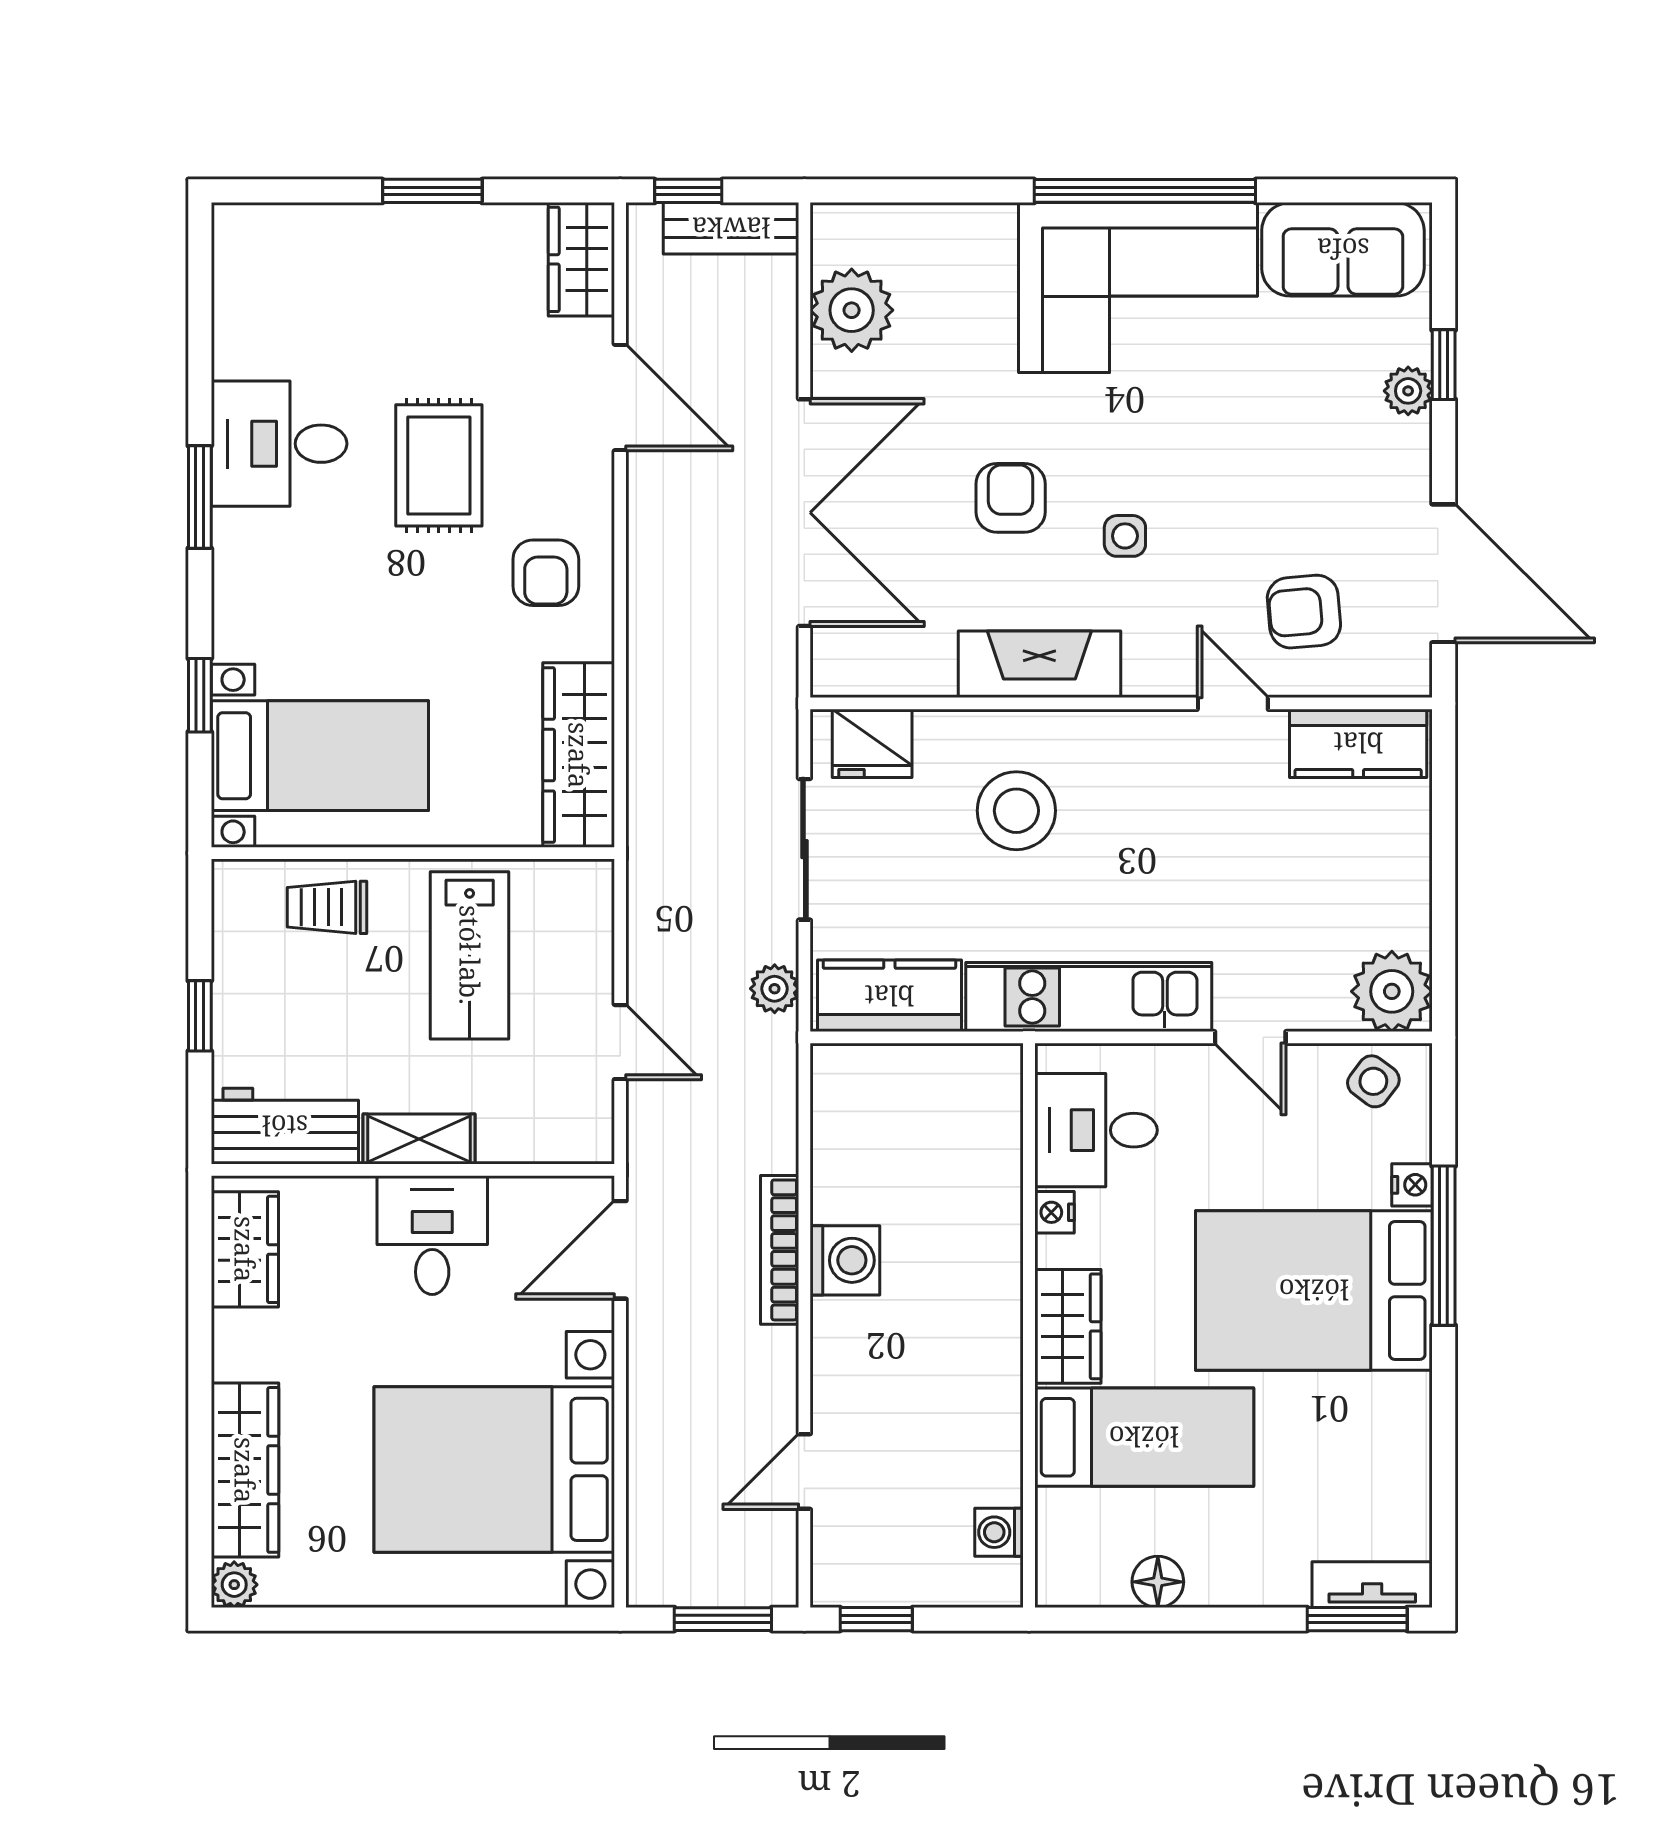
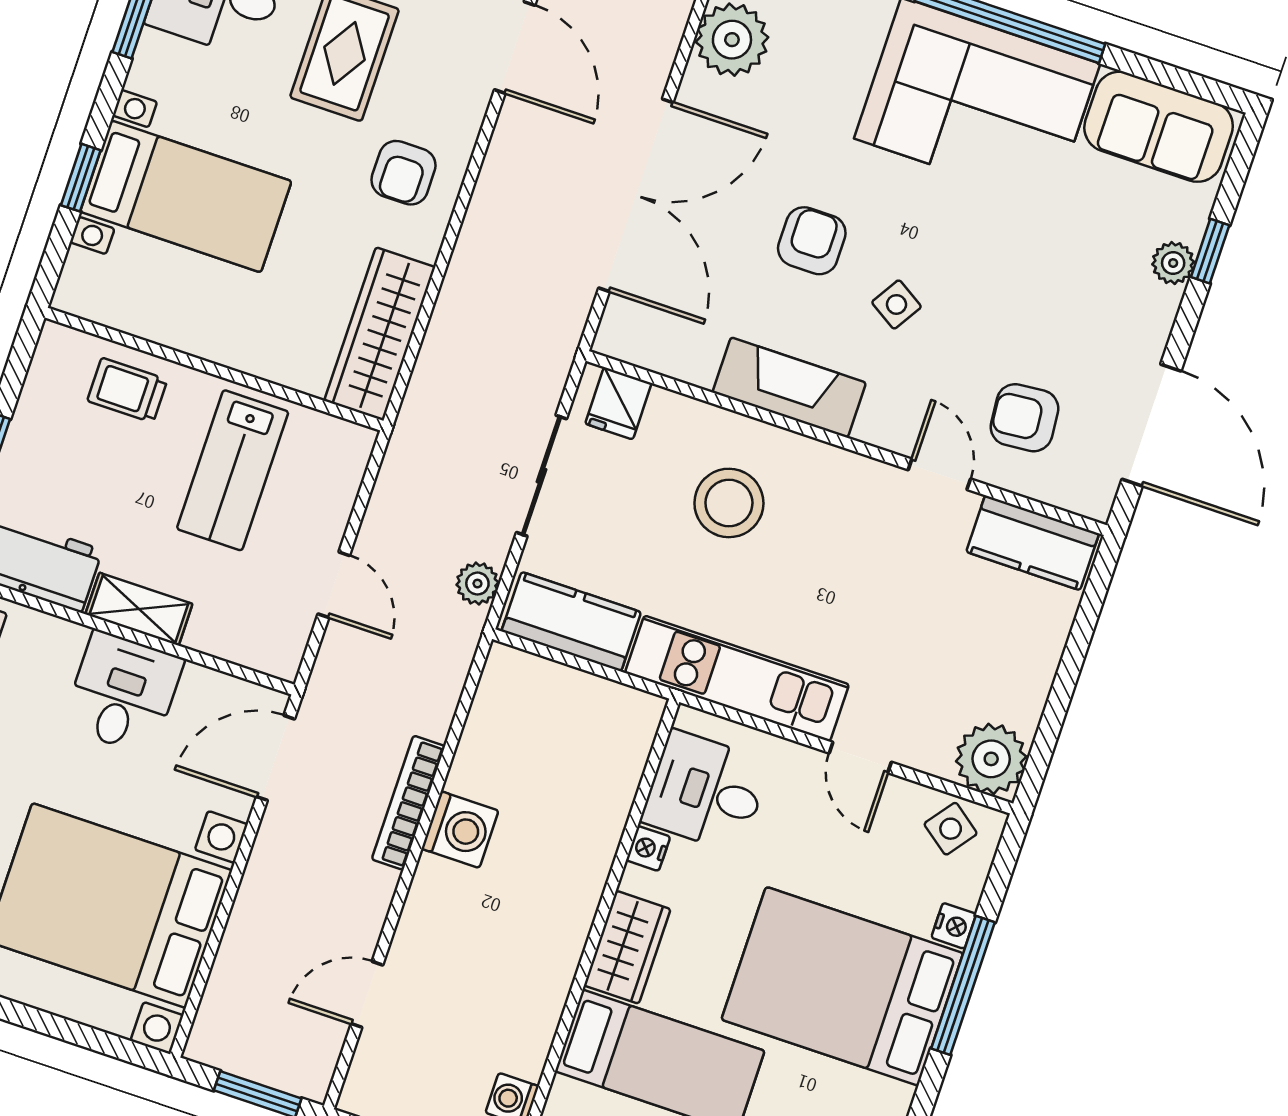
side table: (1125, 536) -> (896, 304), turned 32
fridge: (872, 743) -> (618, 403), width x0.72
bed with nightstands: (320, 756) -> (186, 196), moved

